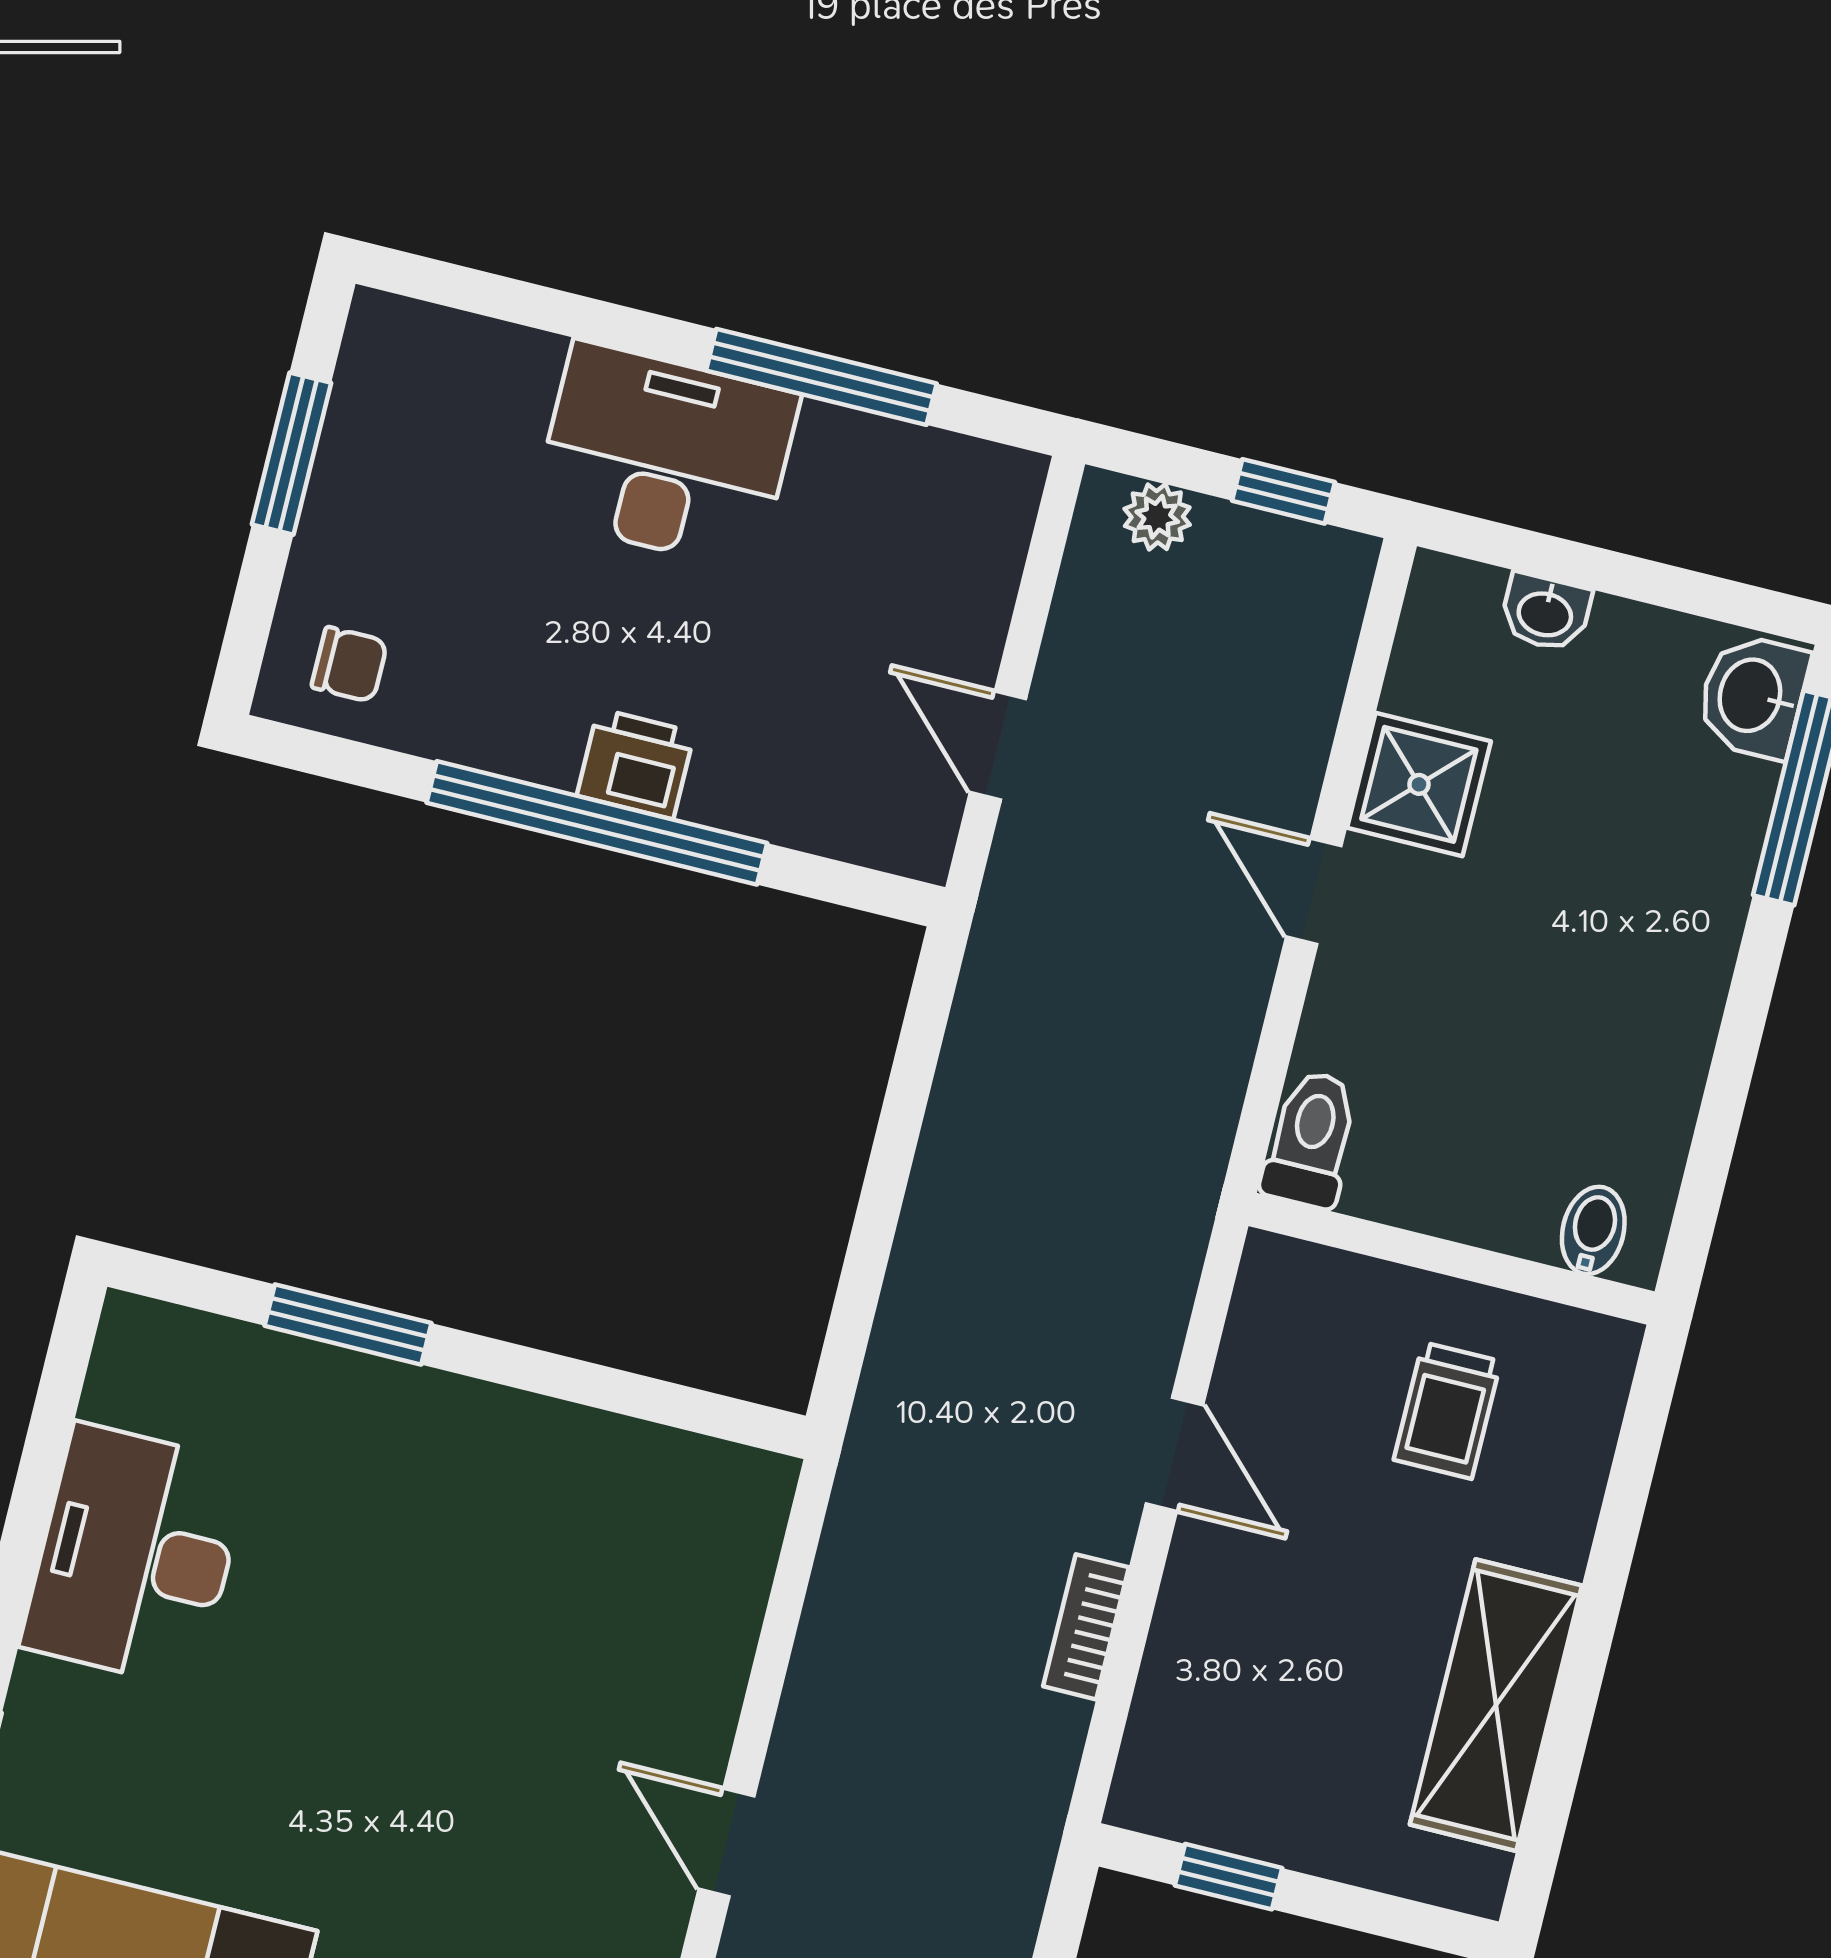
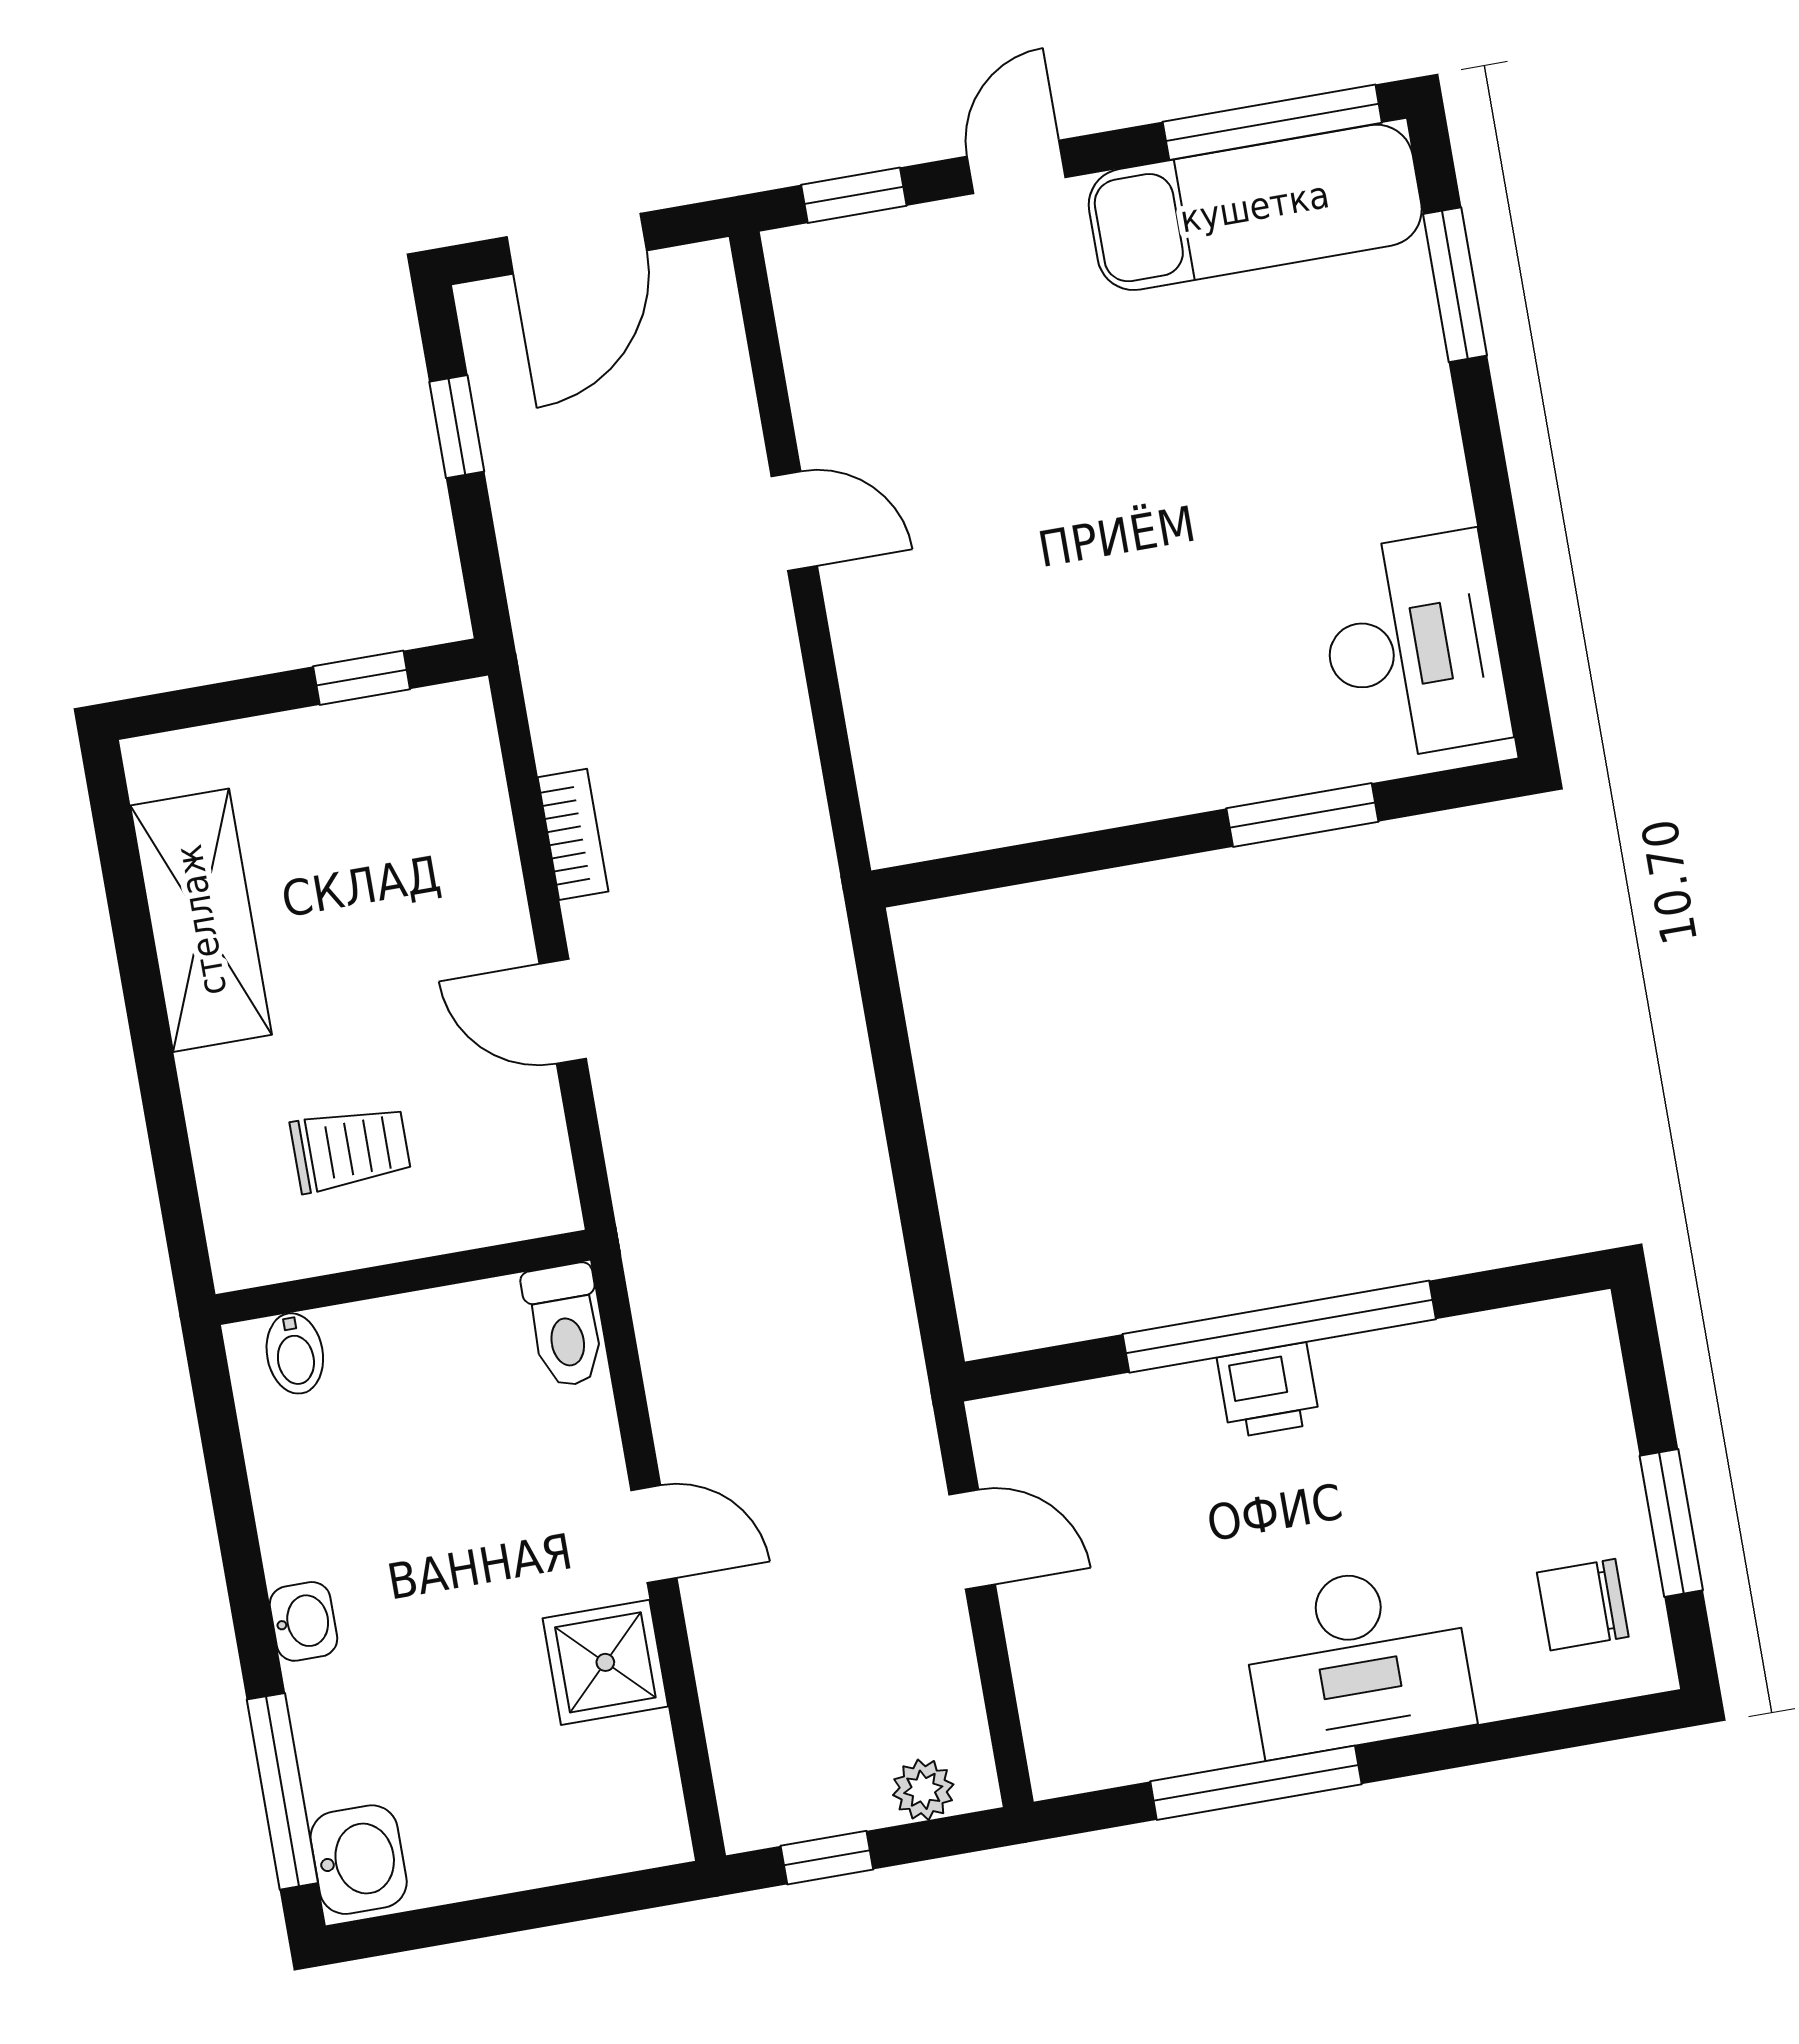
washbasin: (1545, 612) -> (303, 1621), moved, turned 90
chair: (349, 664) -> (1583, 1605), moved, width x1.37, depth x1.37
trolley: (1447, 1410) -> (350, 1149), turned 90
desk: (135, 1555) -> (1413, 646), moved

